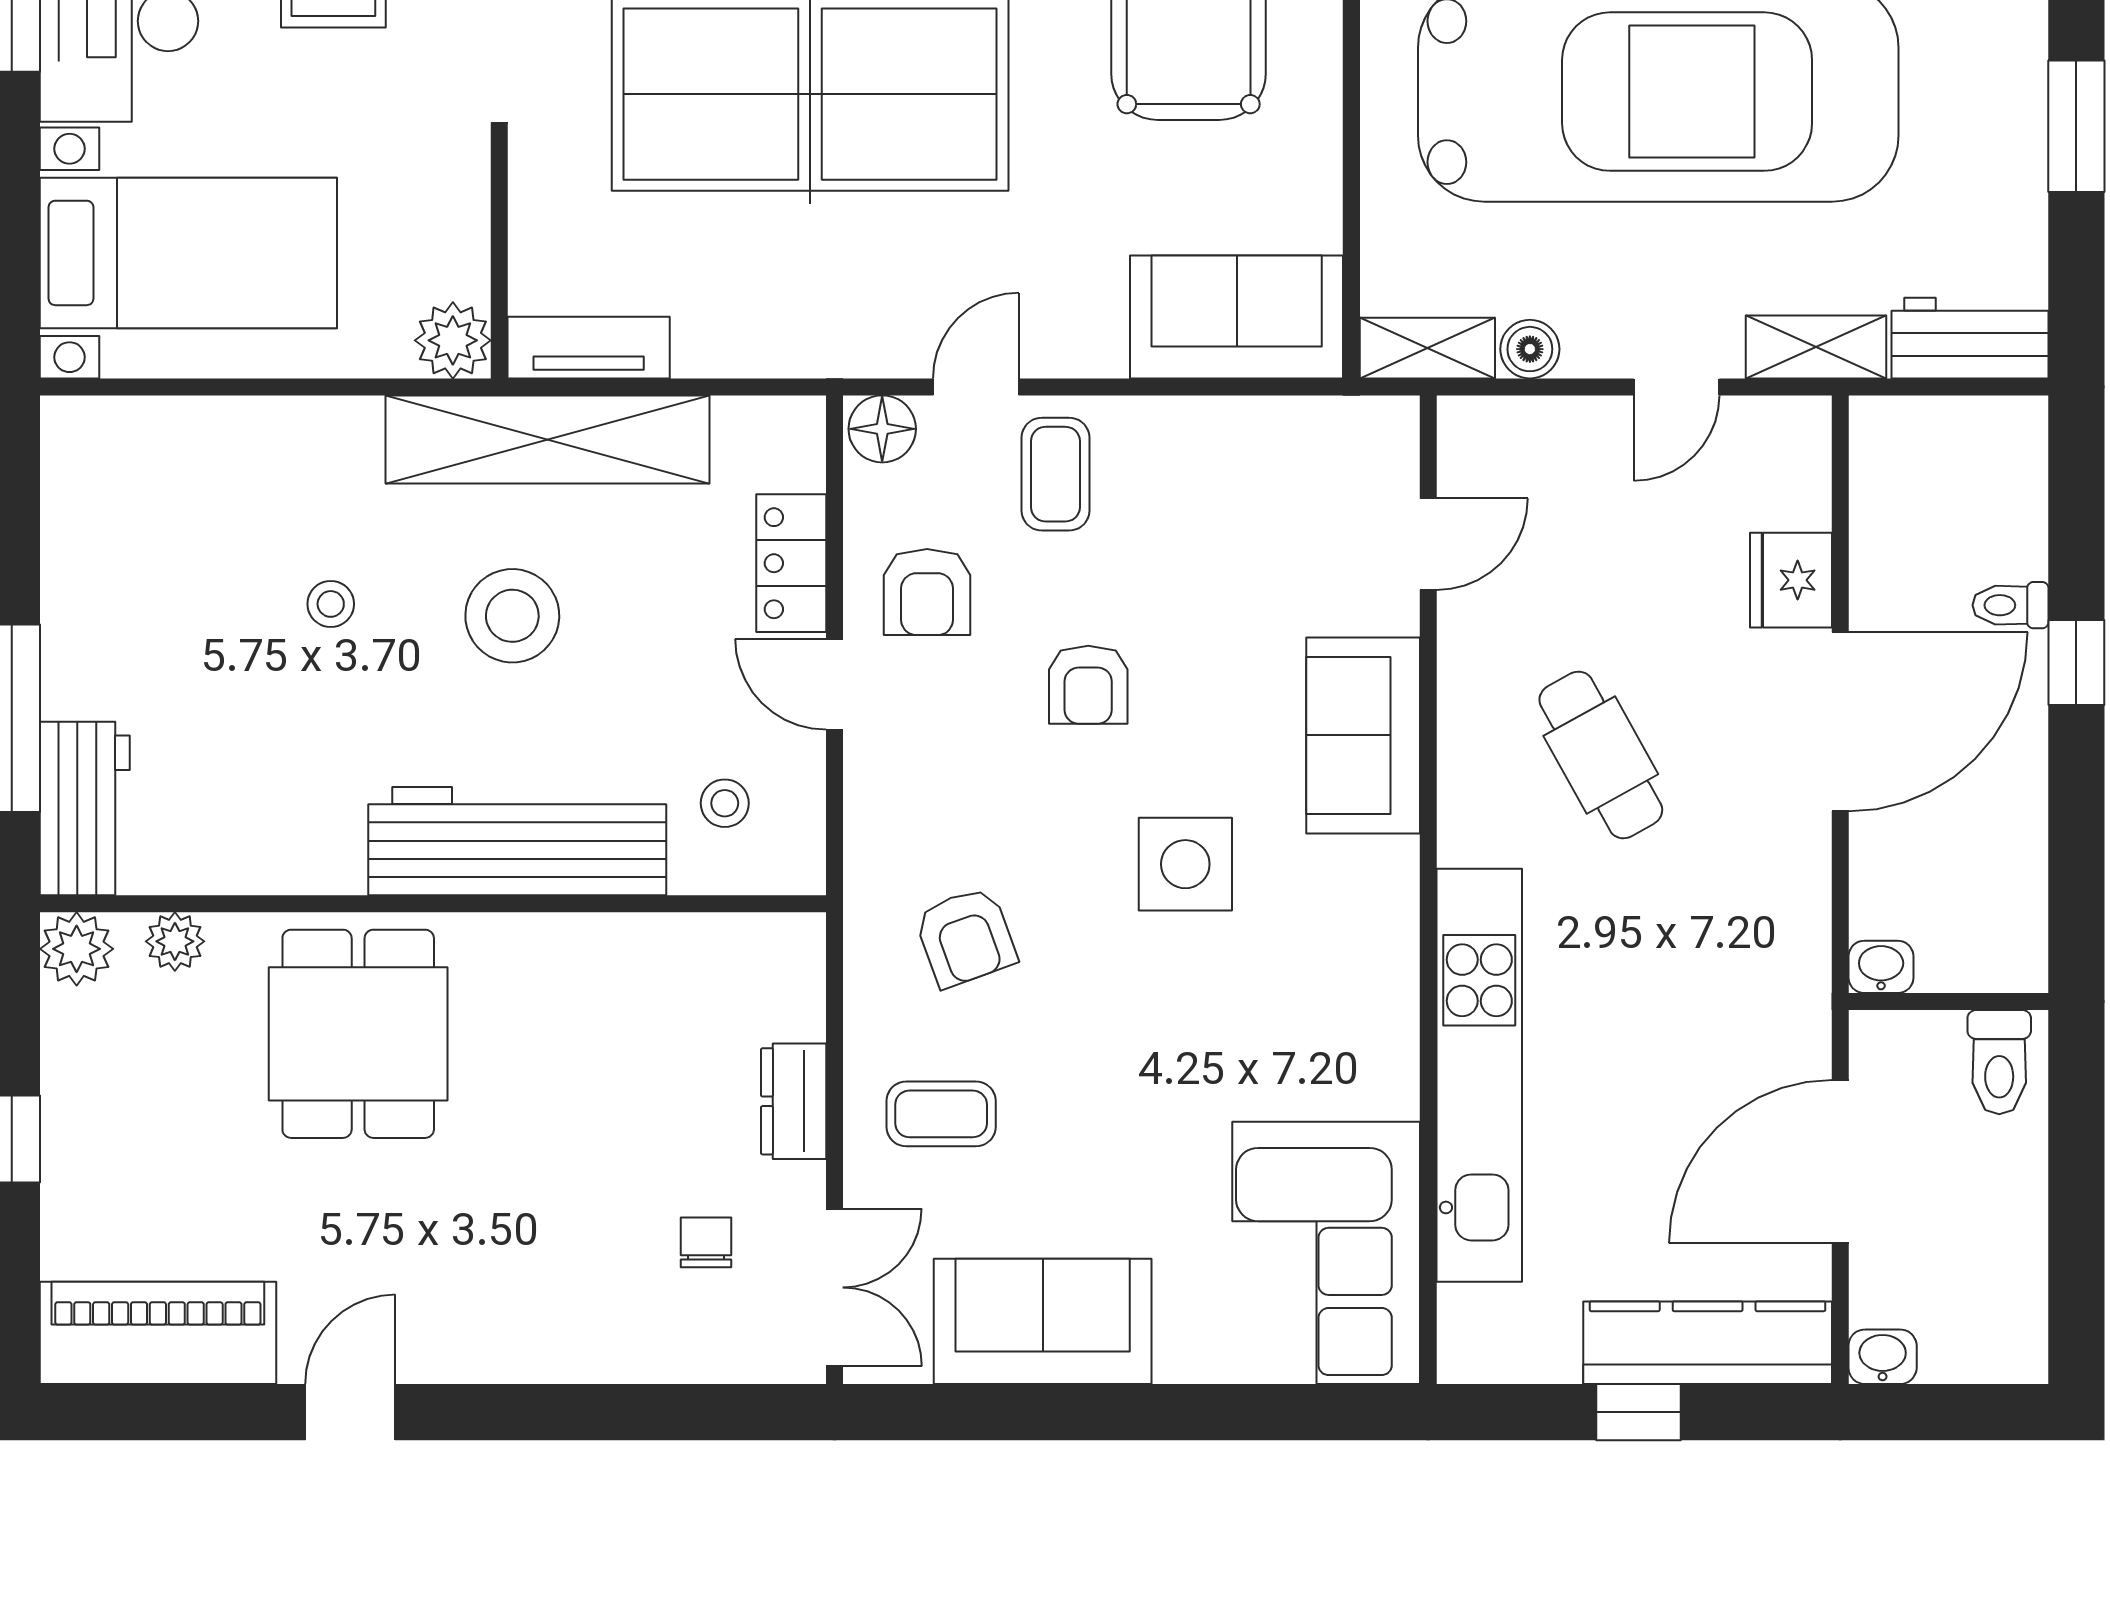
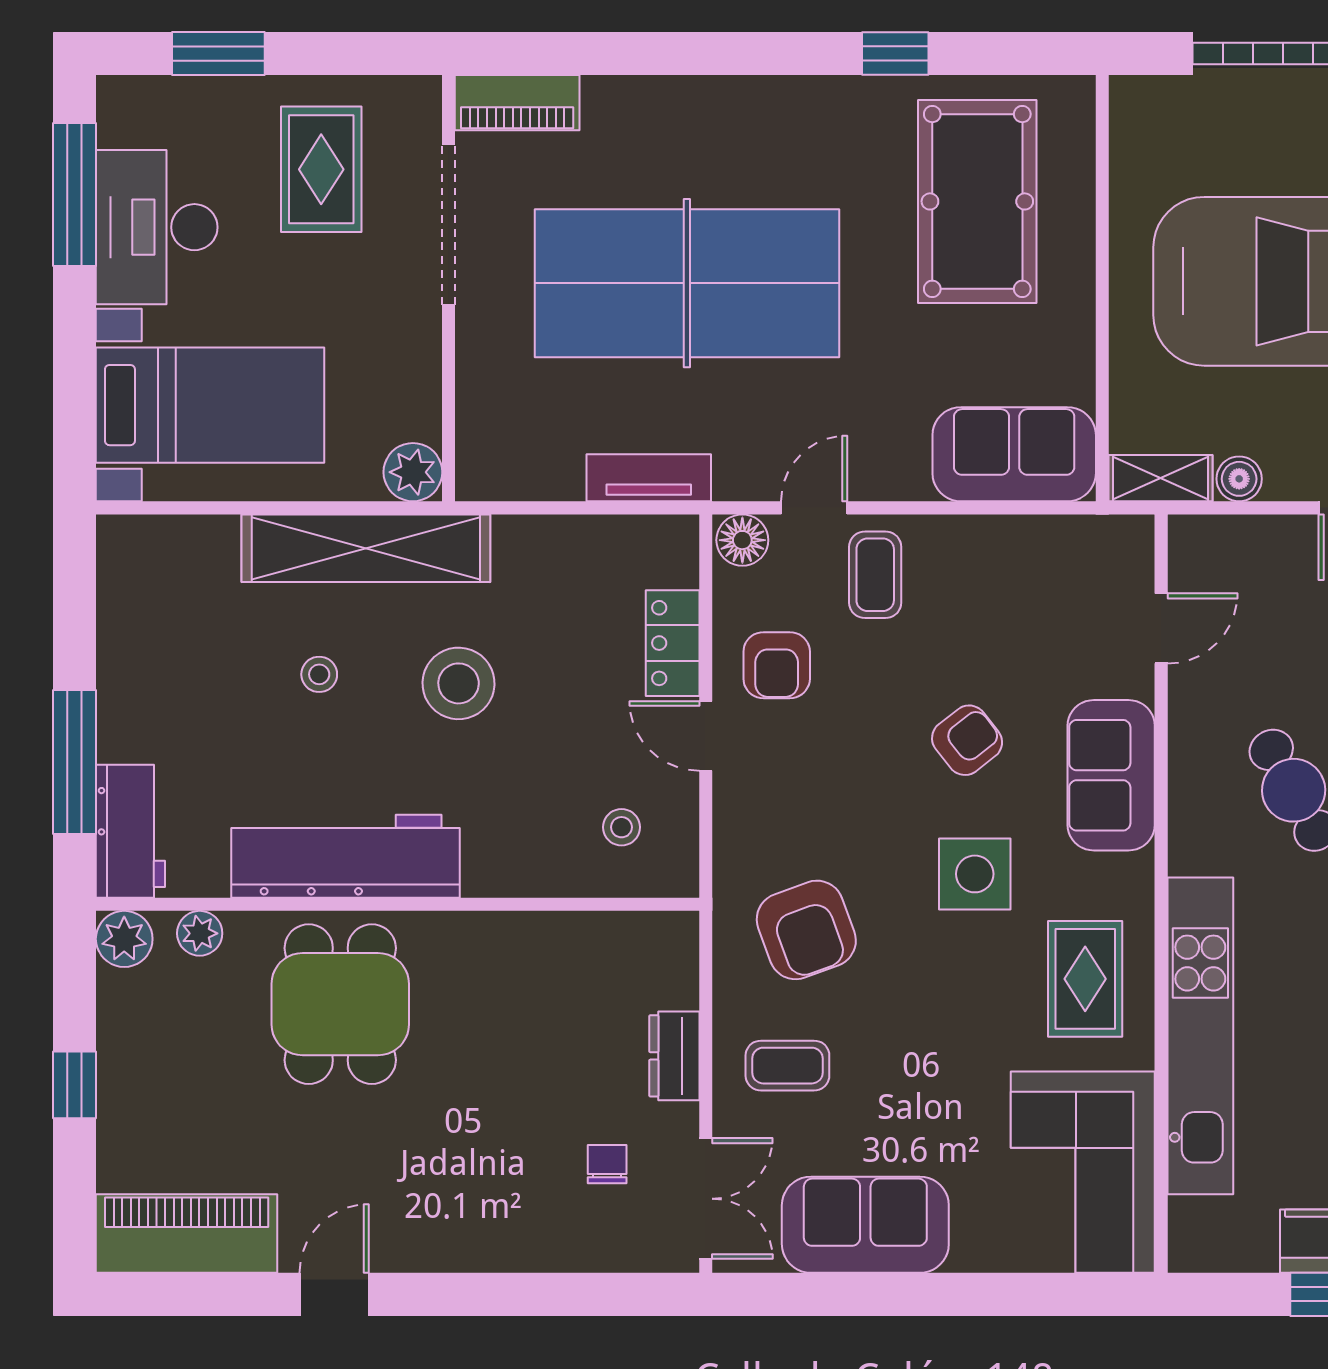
tv unit: (589, 348) -> (649, 478), moved
shelving: (548, 439) -> (366, 548), moved
armchair: (1088, 685) -> (967, 740), moved, turned -128
workbench: (517, 841) -> (346, 856), moved
armchair: (966, 937) -> (806, 930), width x1.38, depth x1.38
rug: (1329, 1001) -> (1085, 979), added

